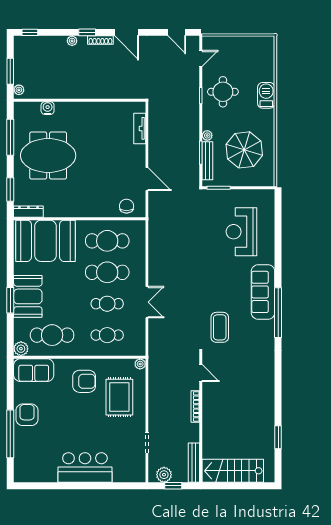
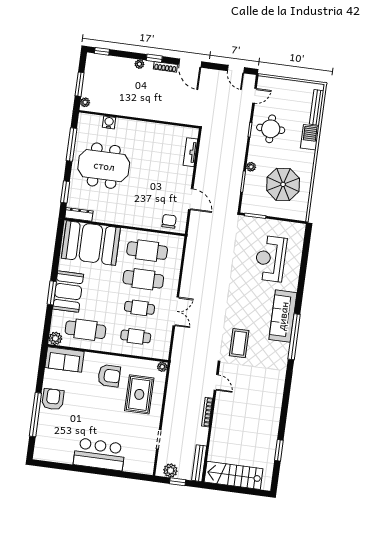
bench: (207, 161) -> (317, 107), moved

